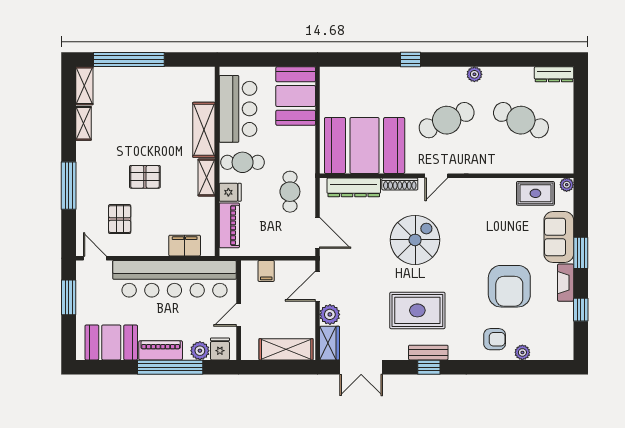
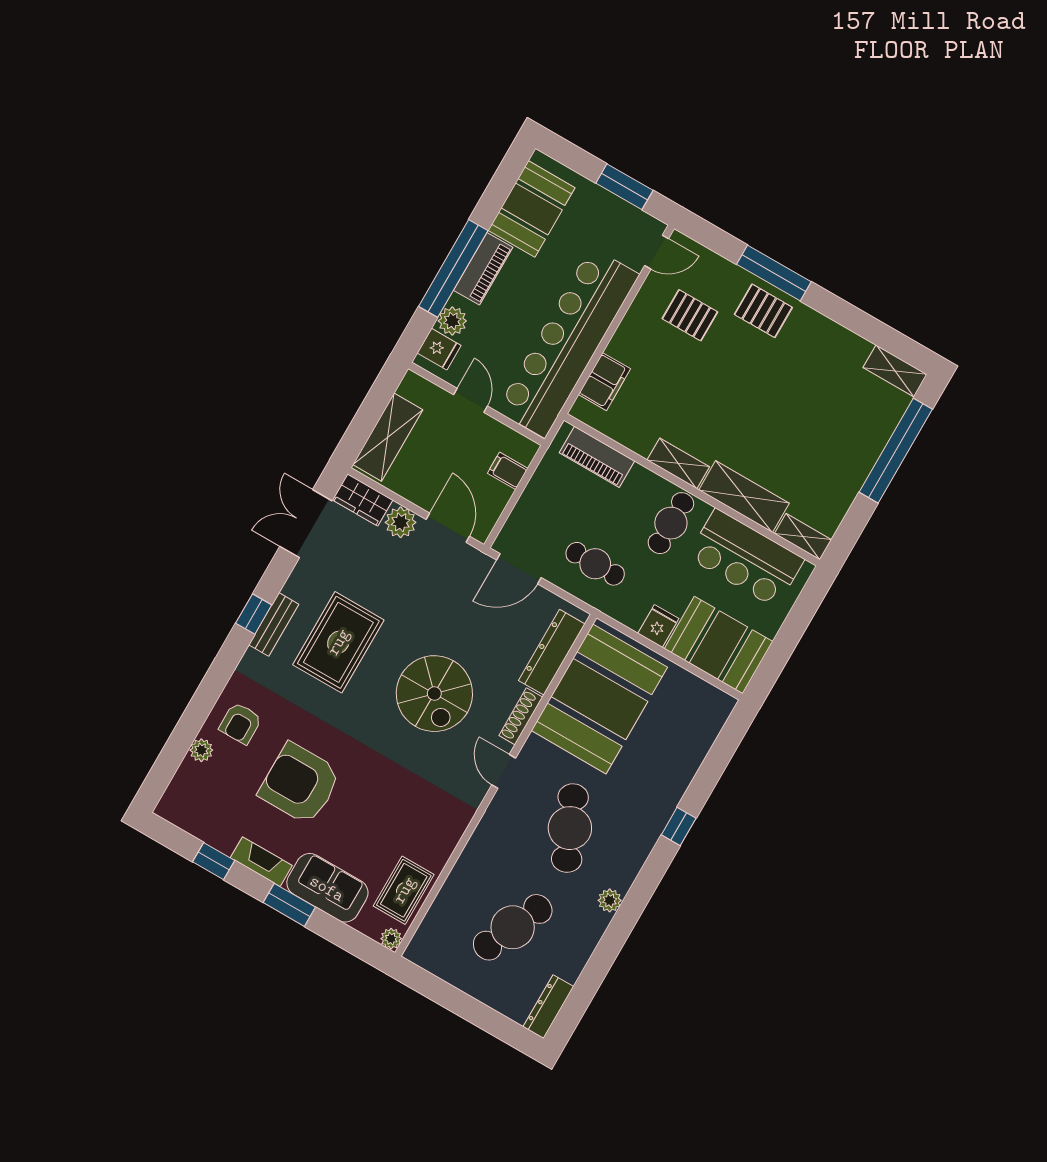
shelving: (83, 123) -> (803, 537), moved
pallet: (145, 177) -> (763, 311), moved, turned 90
fridge: (230, 192) -> (658, 626), moved, turned 180

